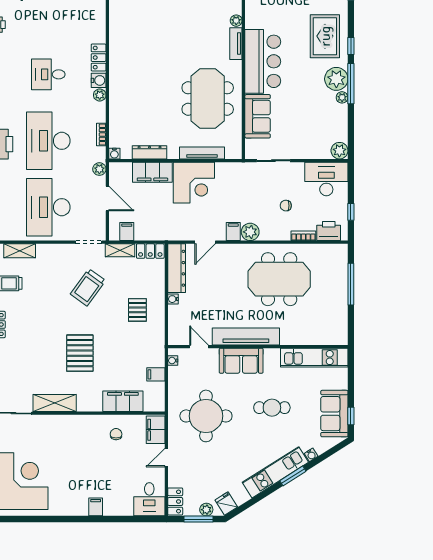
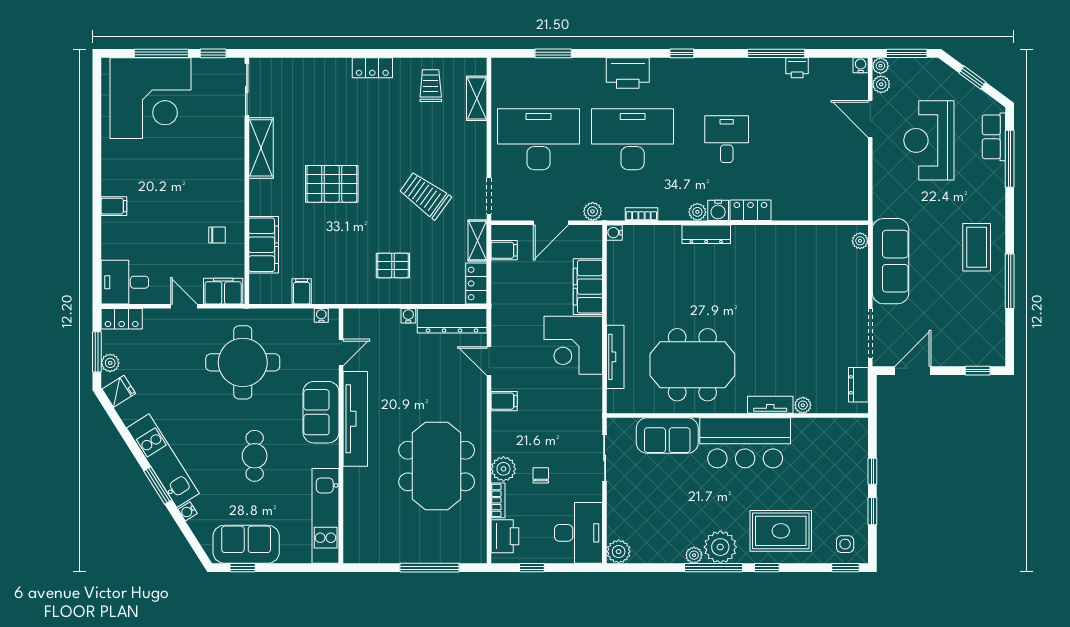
dresser: (150, 152) -> (706, 234), moved, turned 90
plant: (250, 232) -> (503, 469), moved

